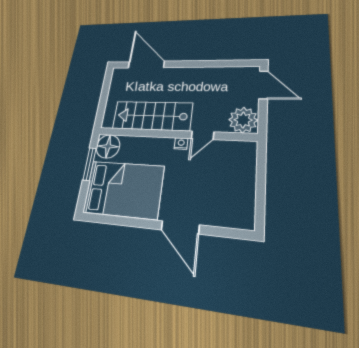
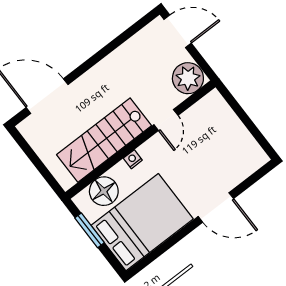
nightstand: (181, 144) -> (133, 159), moved
floor lamp: (108, 146) -> (104, 191), moved

